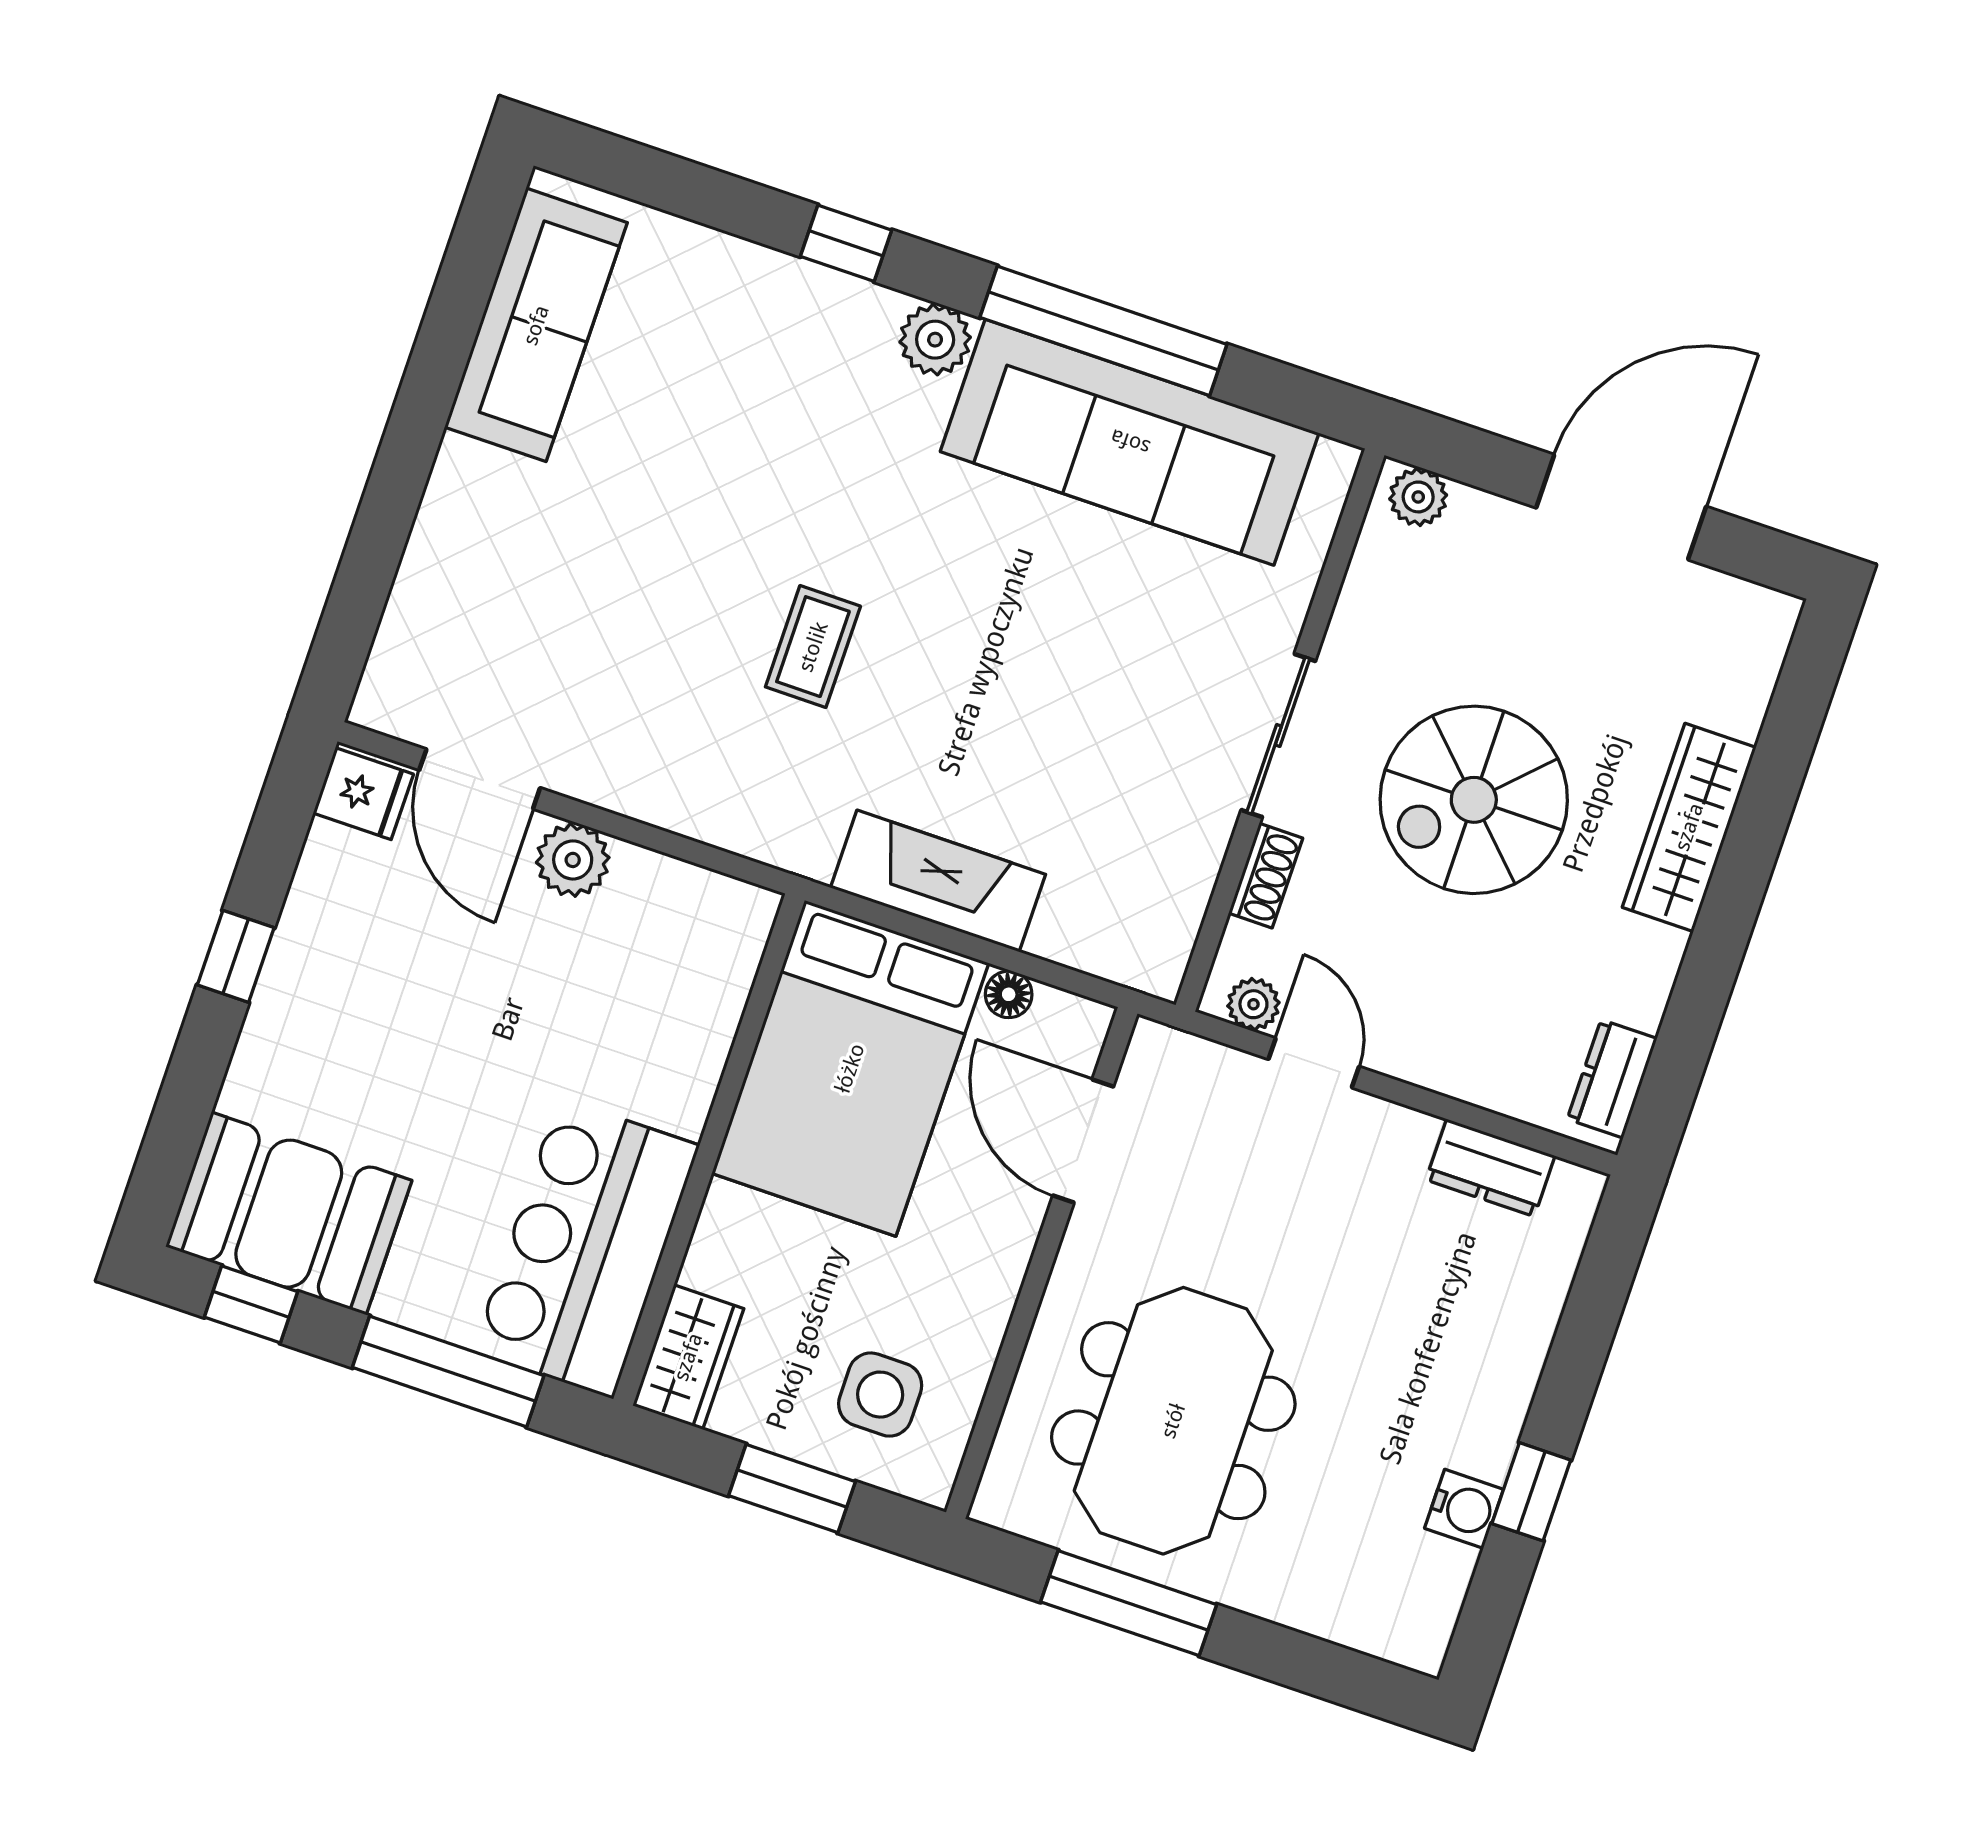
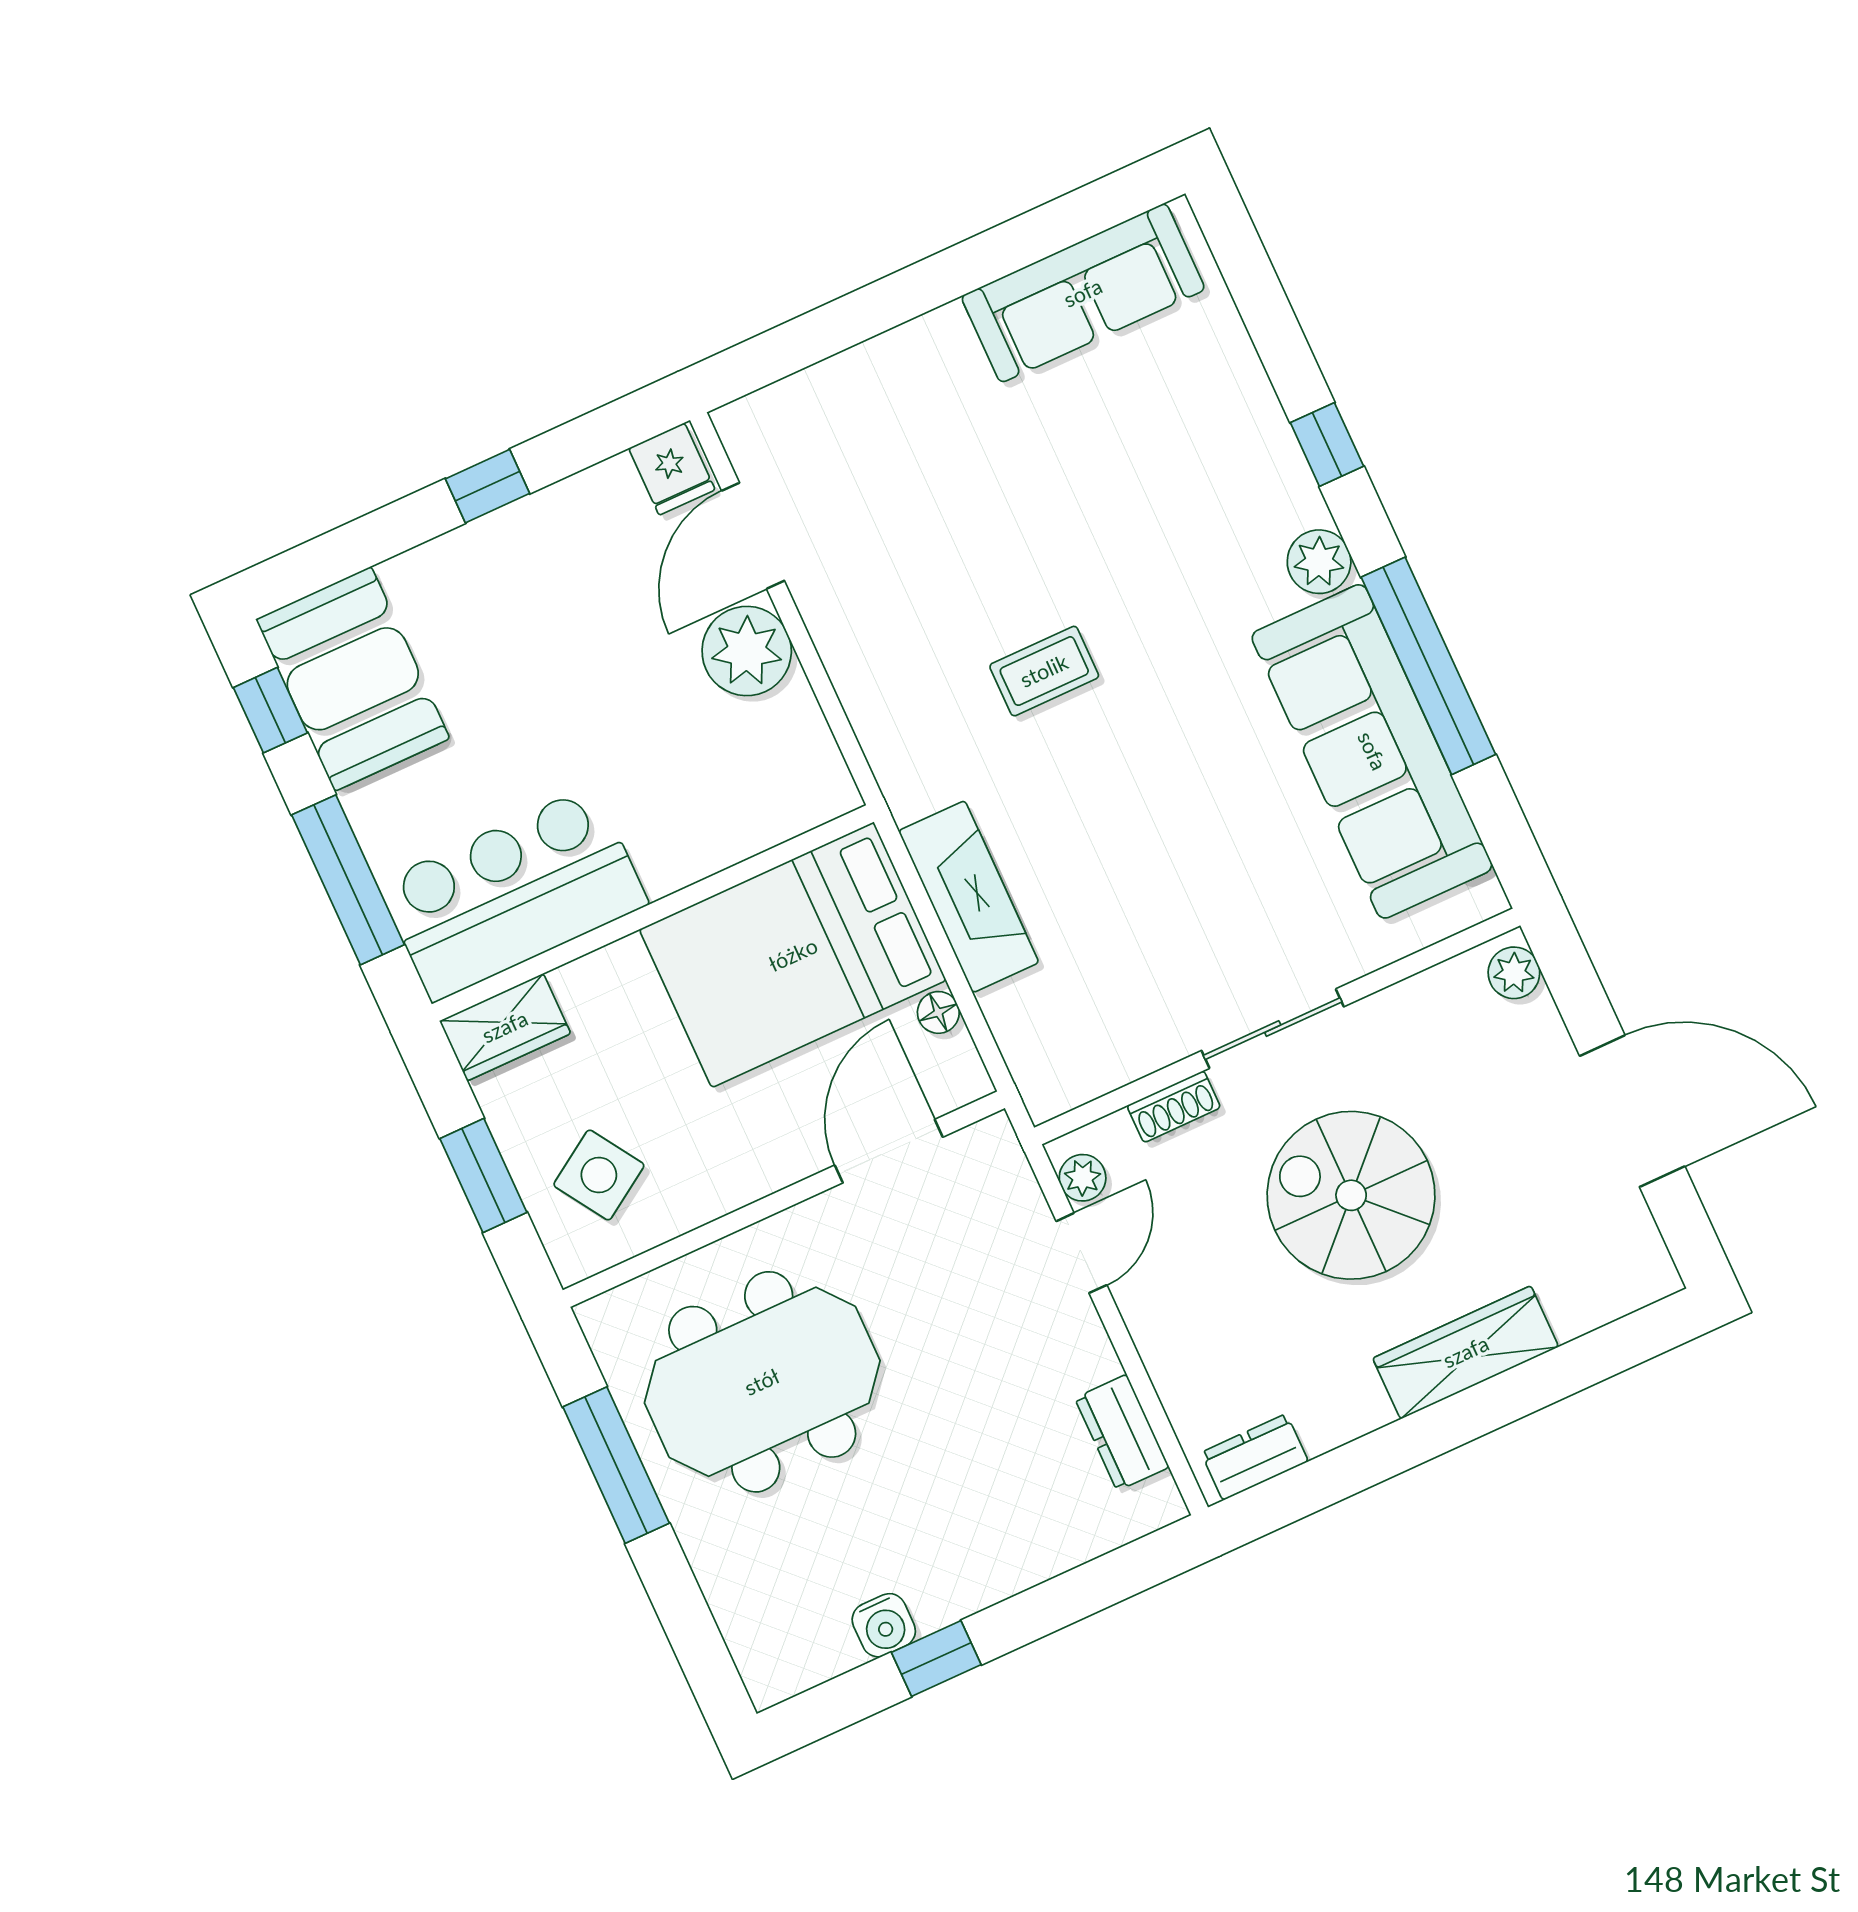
plant: (573, 860) -> (747, 651), width x1.36, depth x1.36
side table: (880, 1395) -> (599, 1175), turned -33

